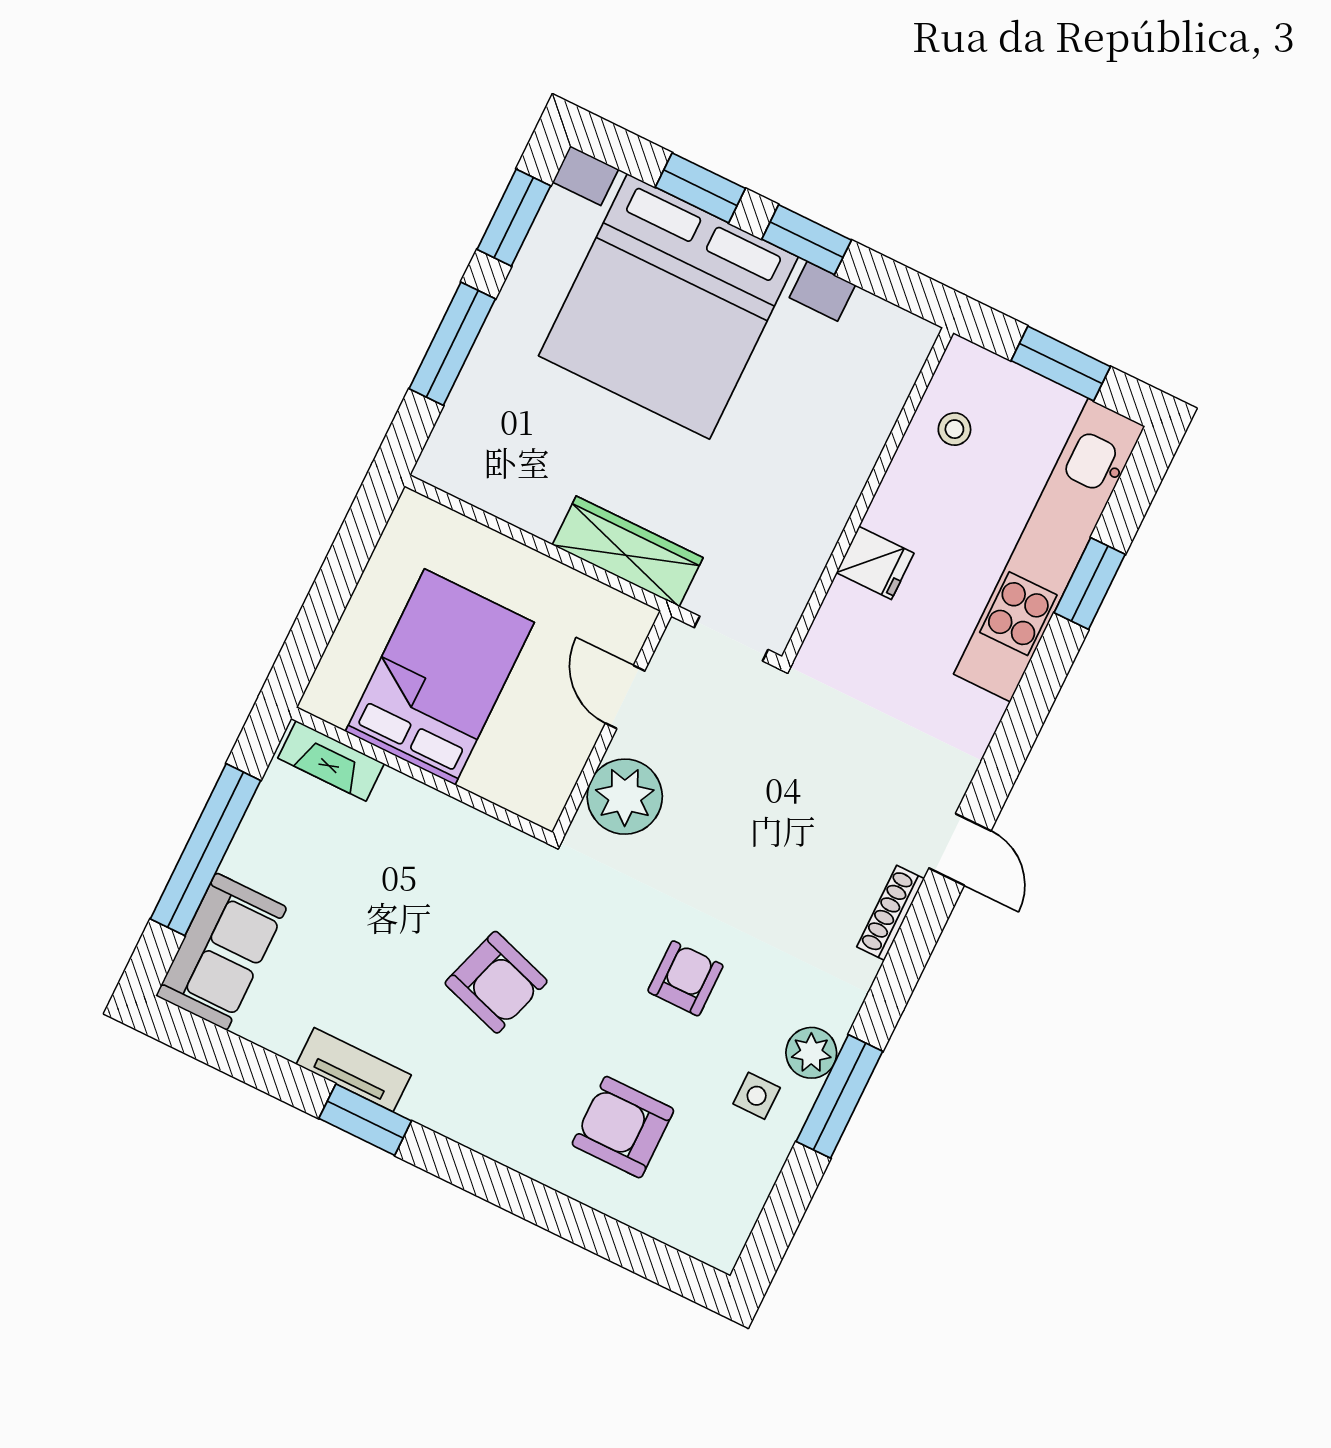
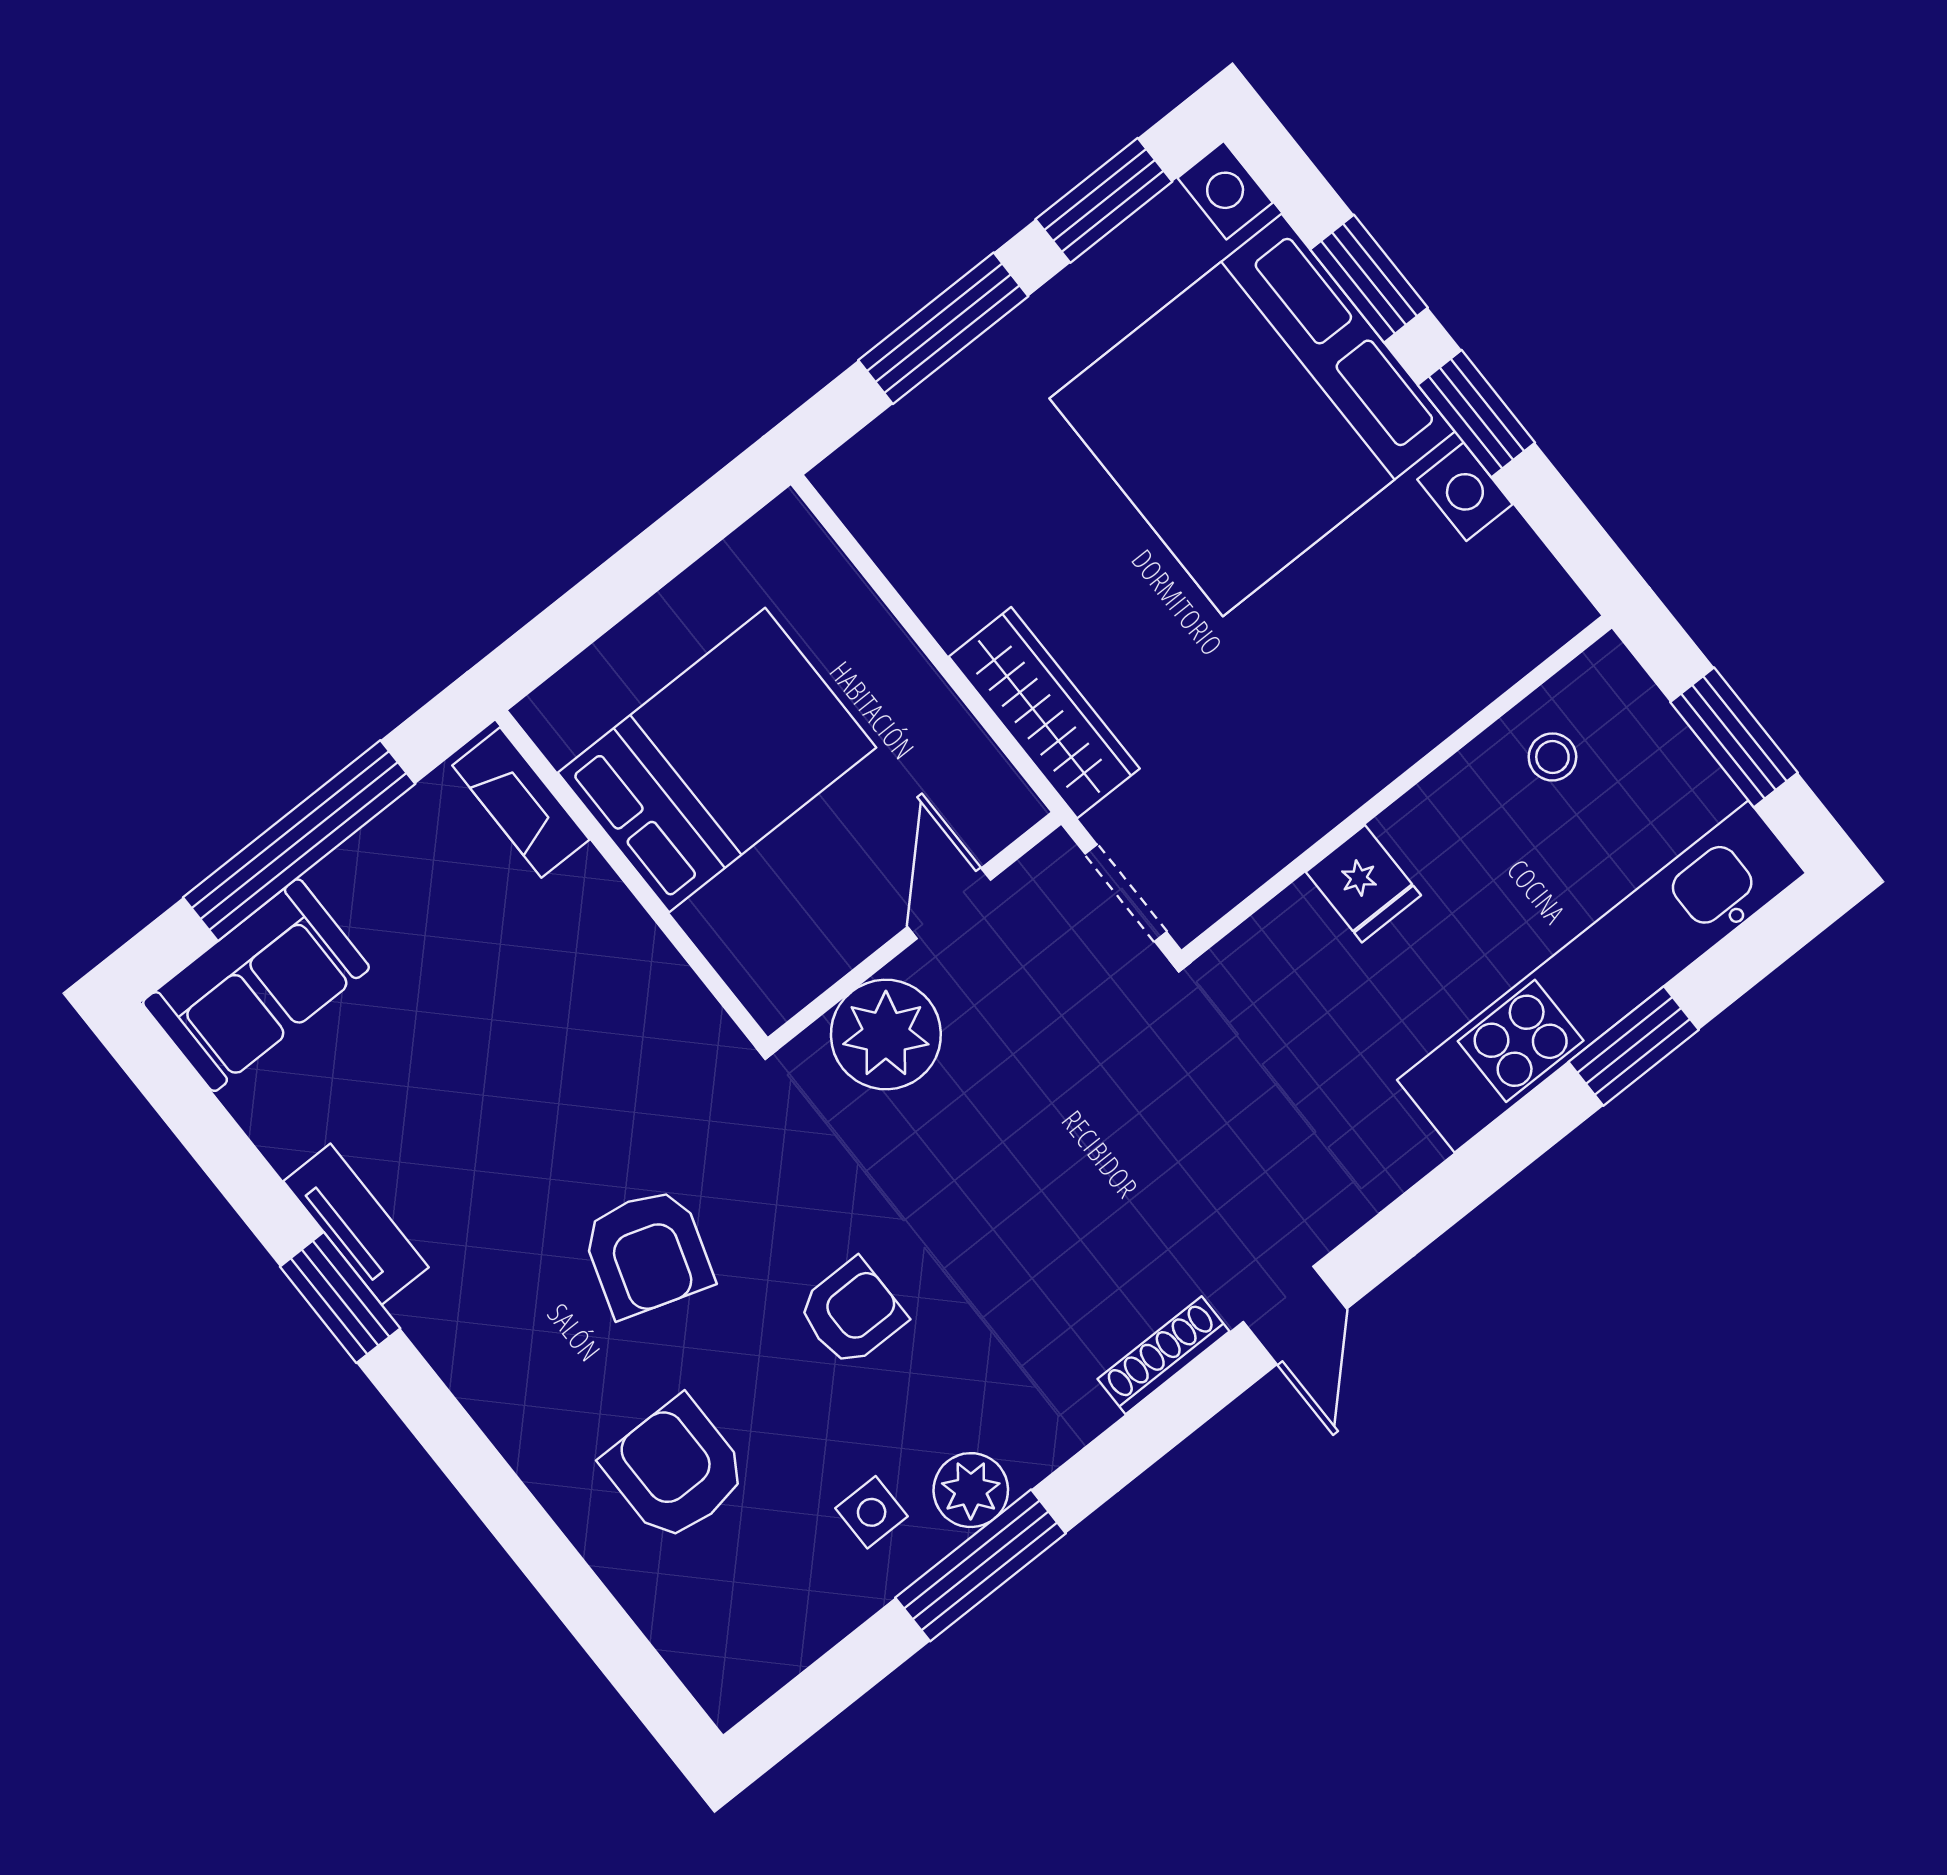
armchair: (496, 982) -> (647, 1252), moved

